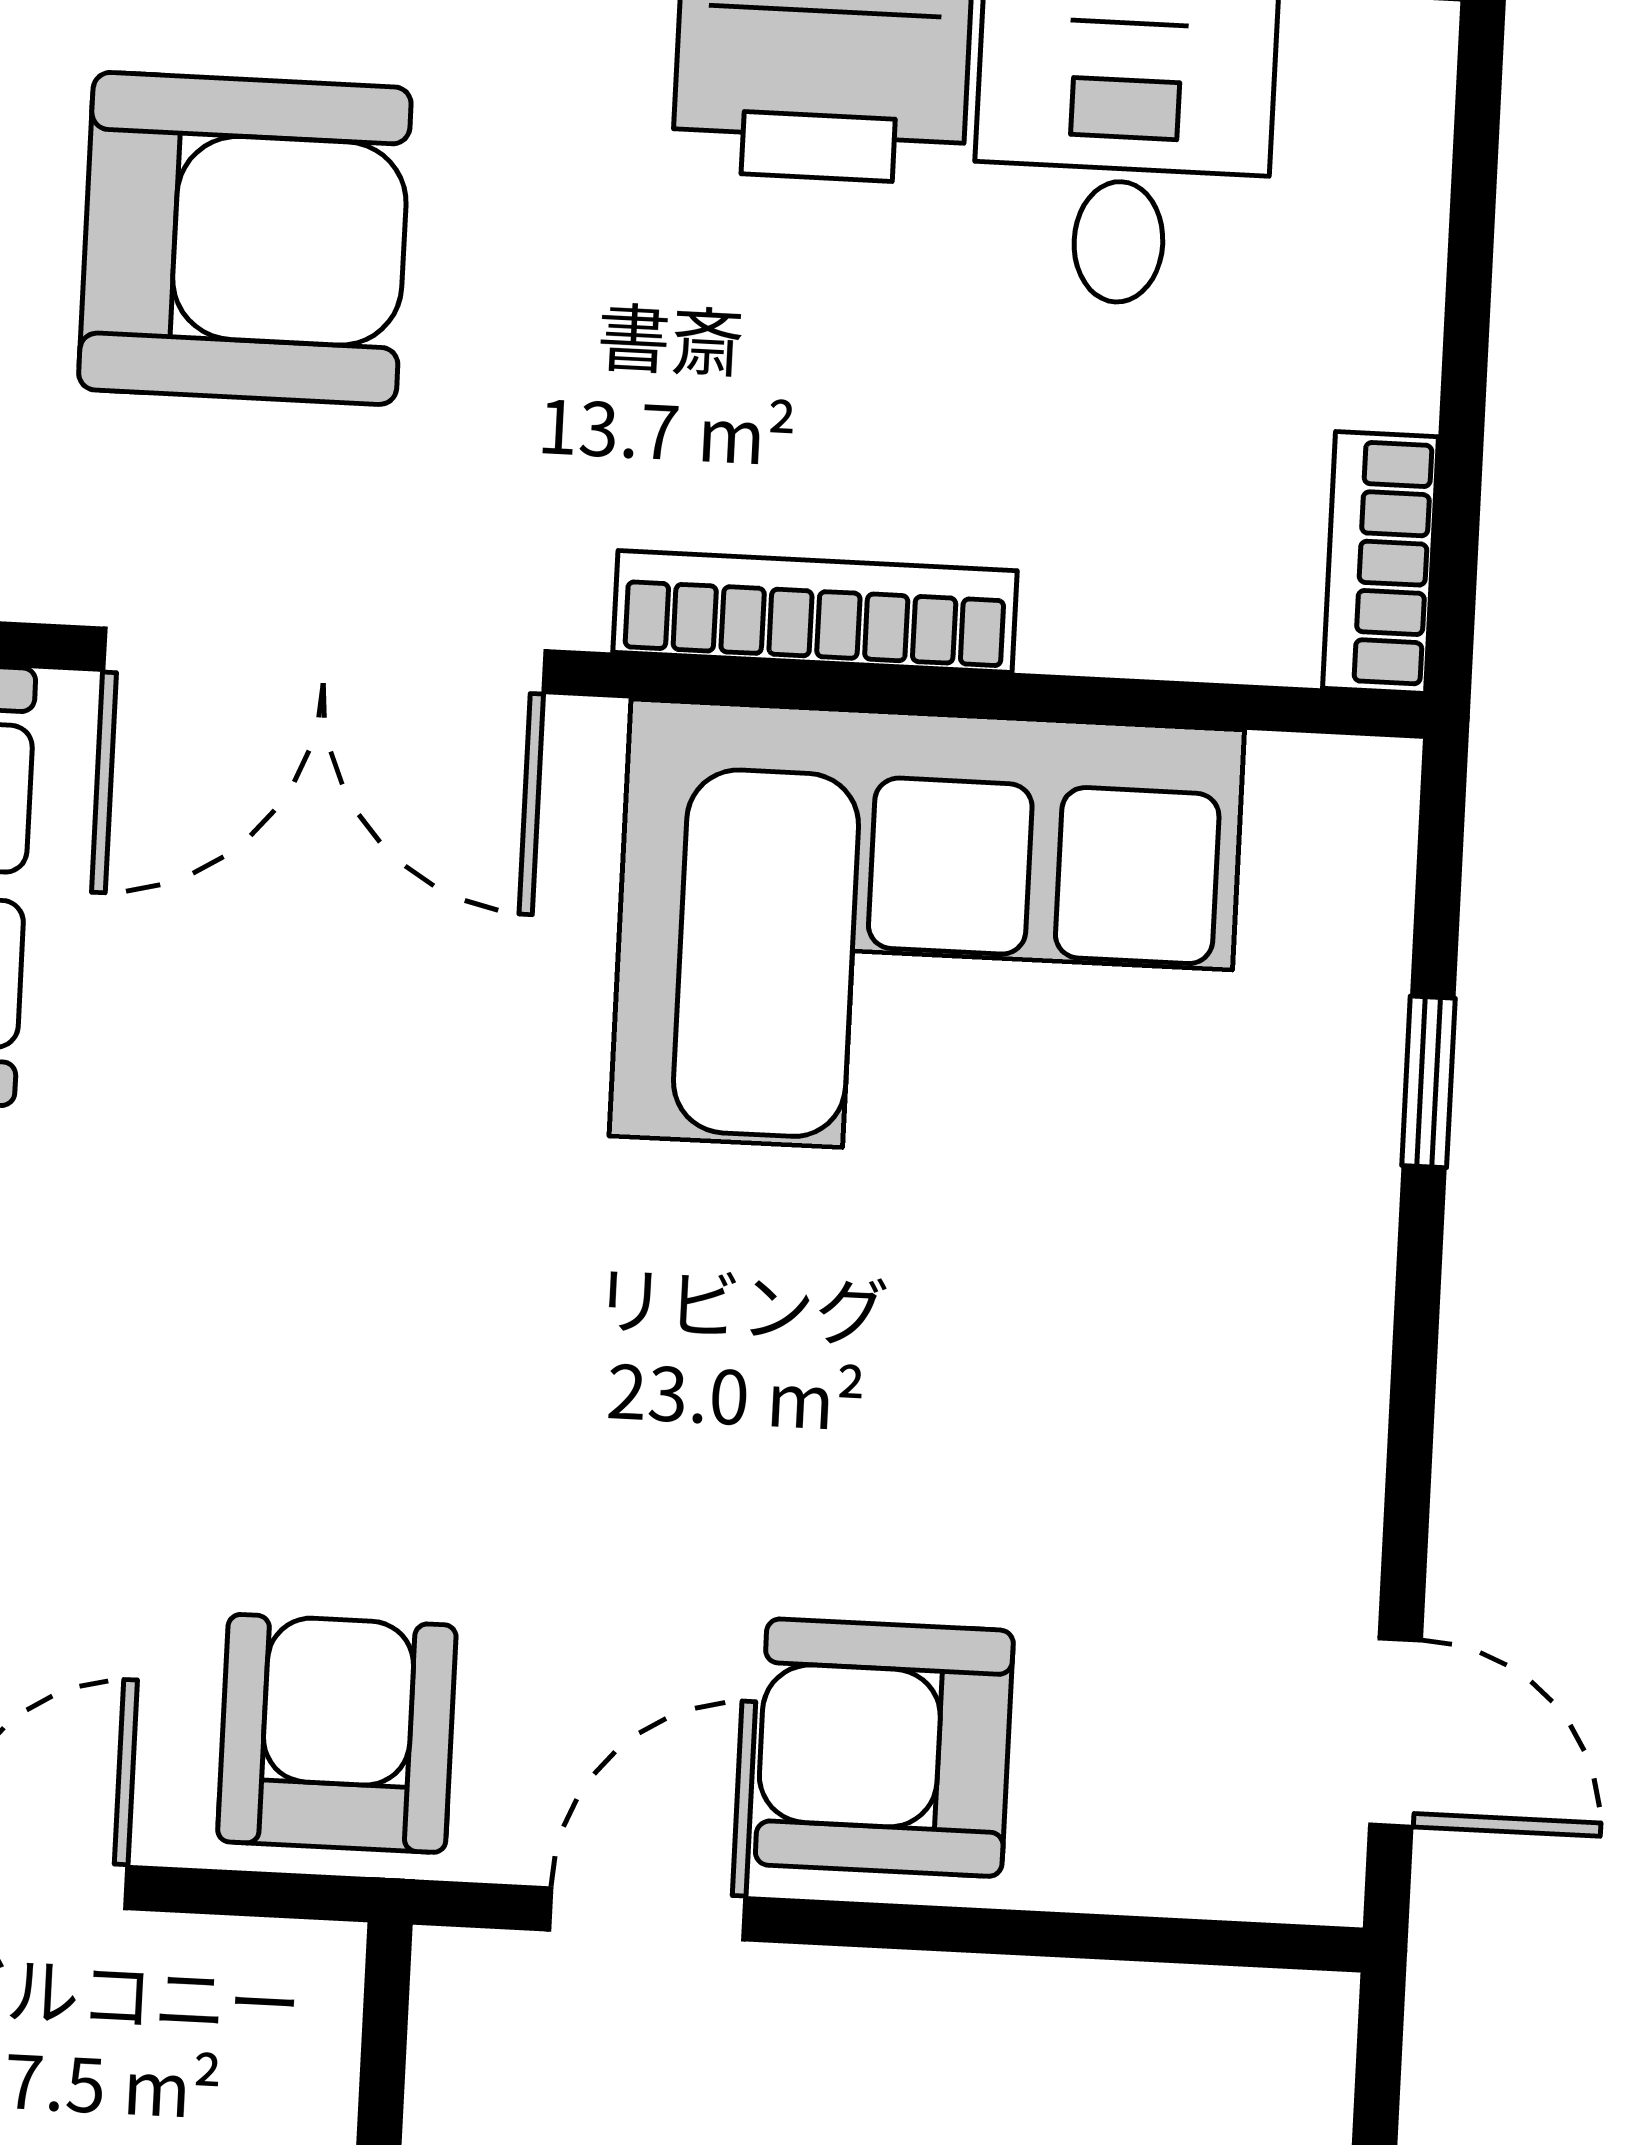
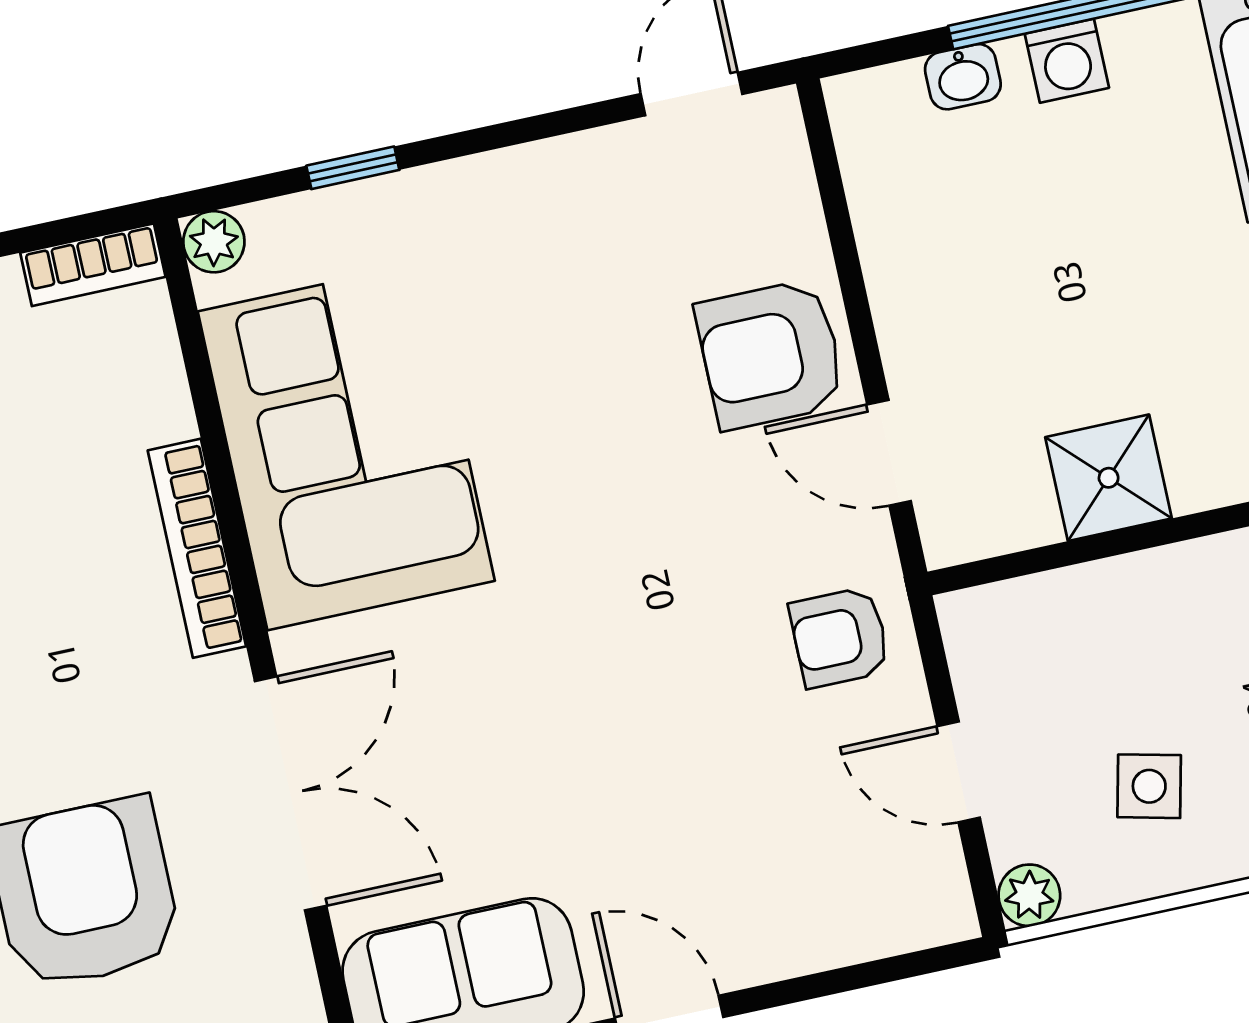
plant: (1363, 793) -> (214, 242), added
armchair: (337, 1733) -> (840, 637), width x0.72, depth x0.72
armchair: (884, 1748) -> (771, 354), turned 90

